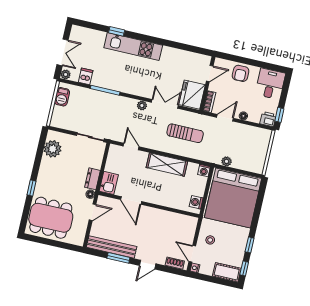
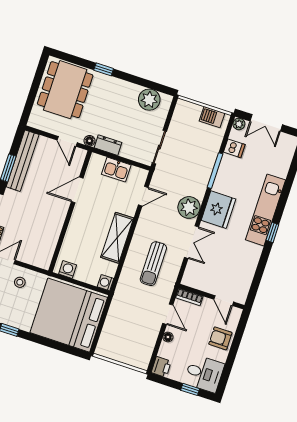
window: (117, 31) -> (272, 232), moved
fridge: (192, 95) -> (218, 210), moved, turned 90
plant: (142, 105) -> (189, 207), width x1.87, depth x1.87
window: (279, 115) -> (190, 389), moved
plant: (227, 161) -> (114, 311), removed
kitchen sink: (109, 183) -> (116, 170), moved

